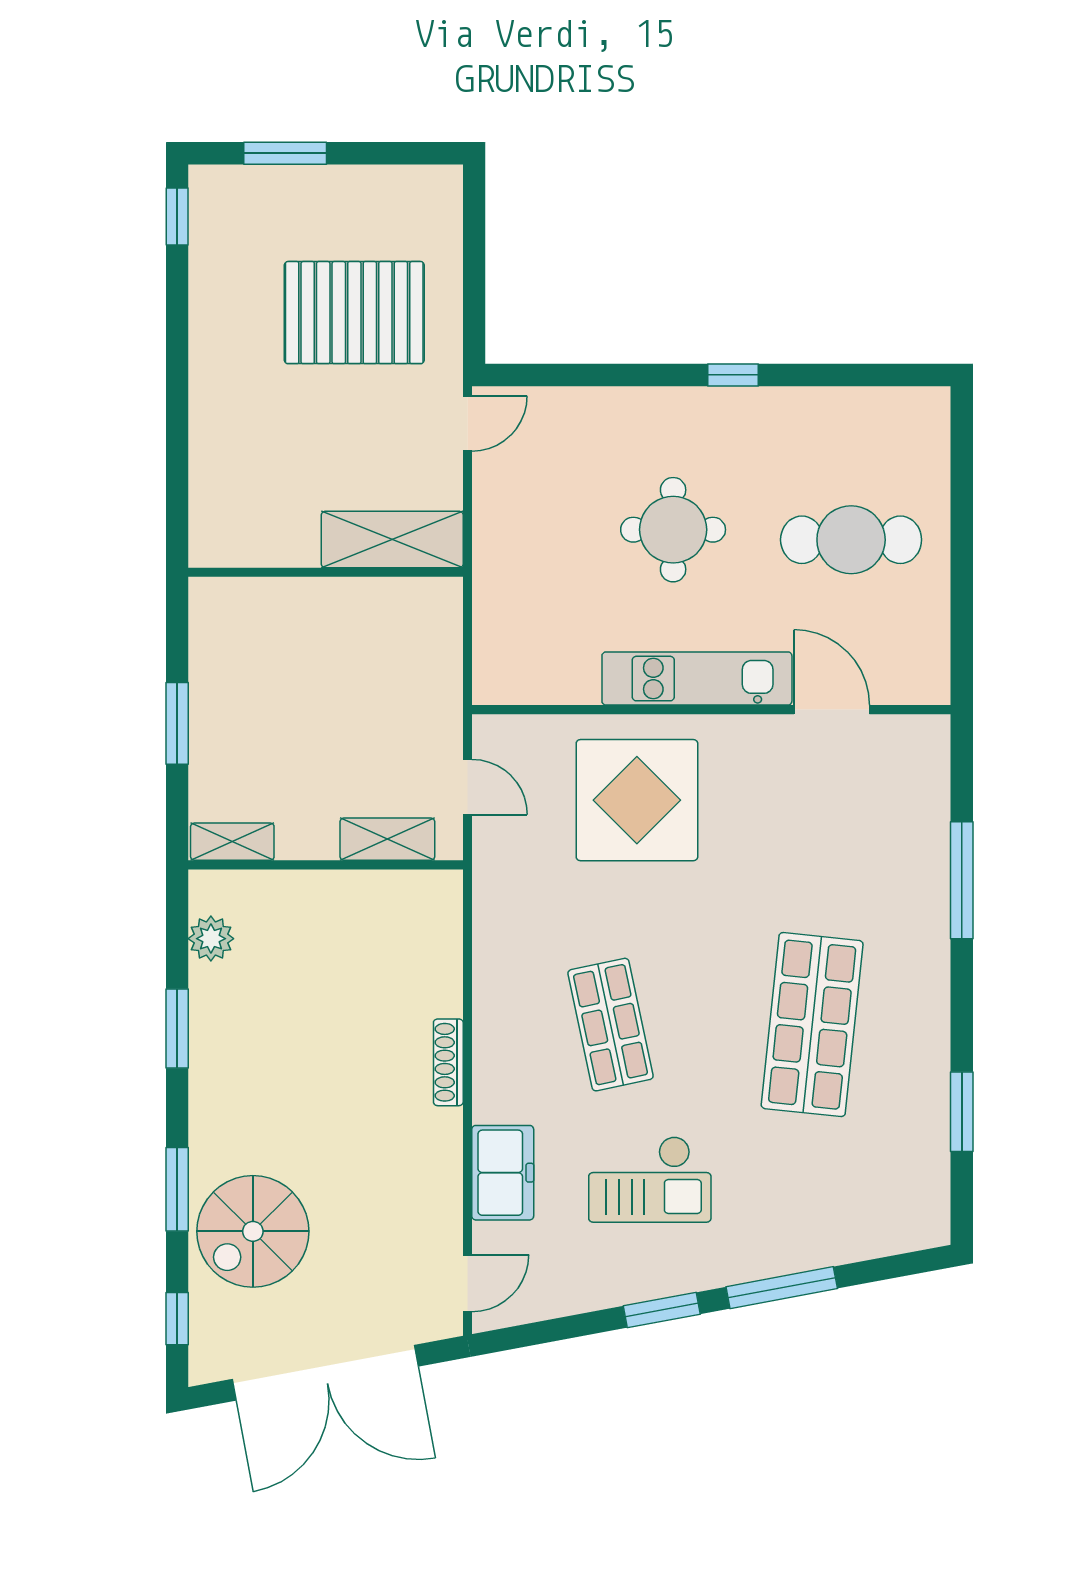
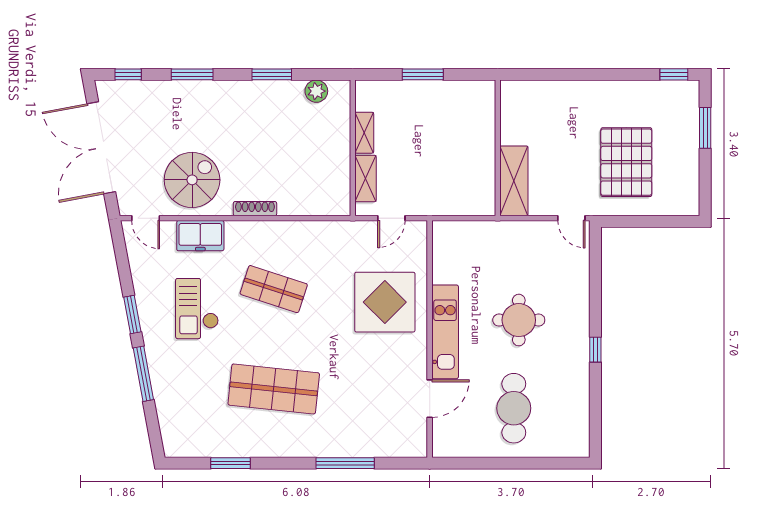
shelving: (232, 842) -> (364, 133), moved
shop shelf: (611, 1025) -> (274, 289), turned 30
spiral stairs: (253, 1231) -> (192, 180), moved, turned 90

